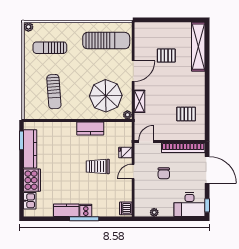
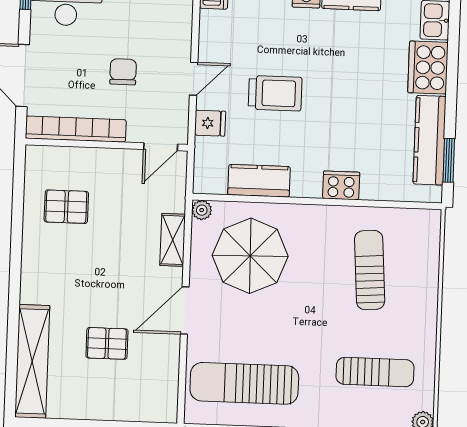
cooker: (68, 128) -> (341, 185), added
kitchen counter: (90, 128) -> (259, 181), moved

